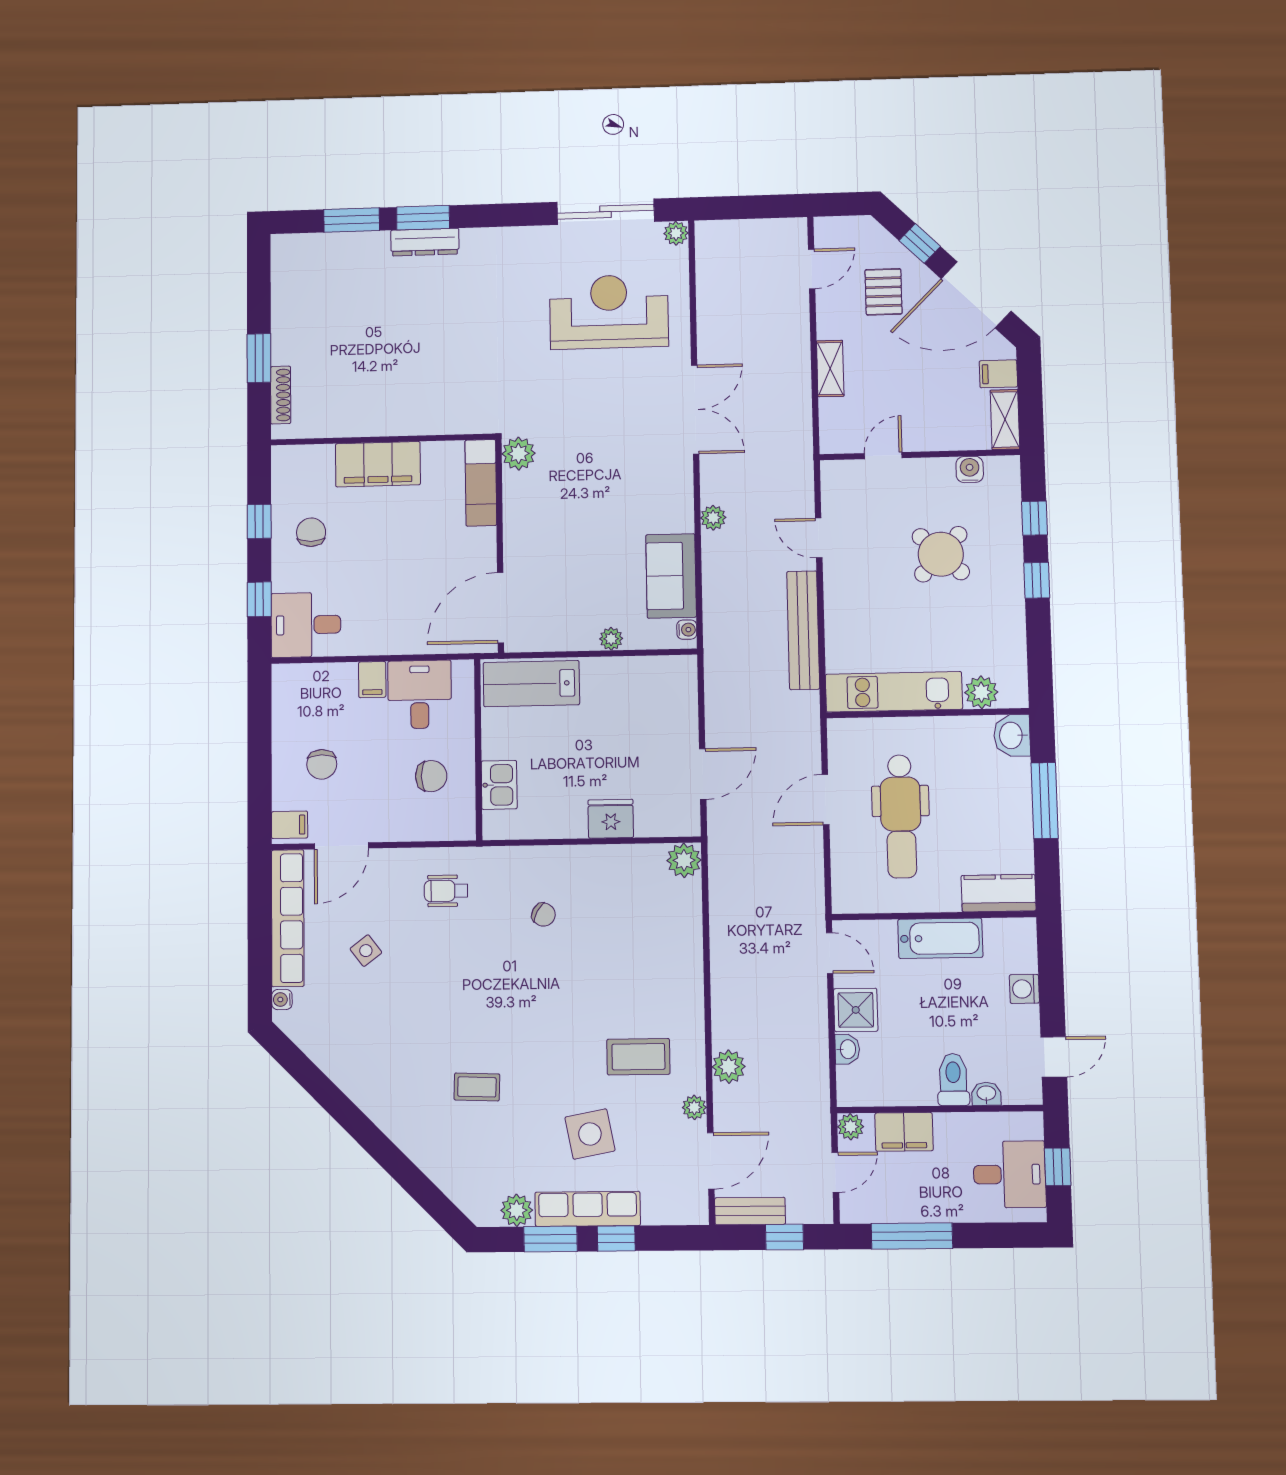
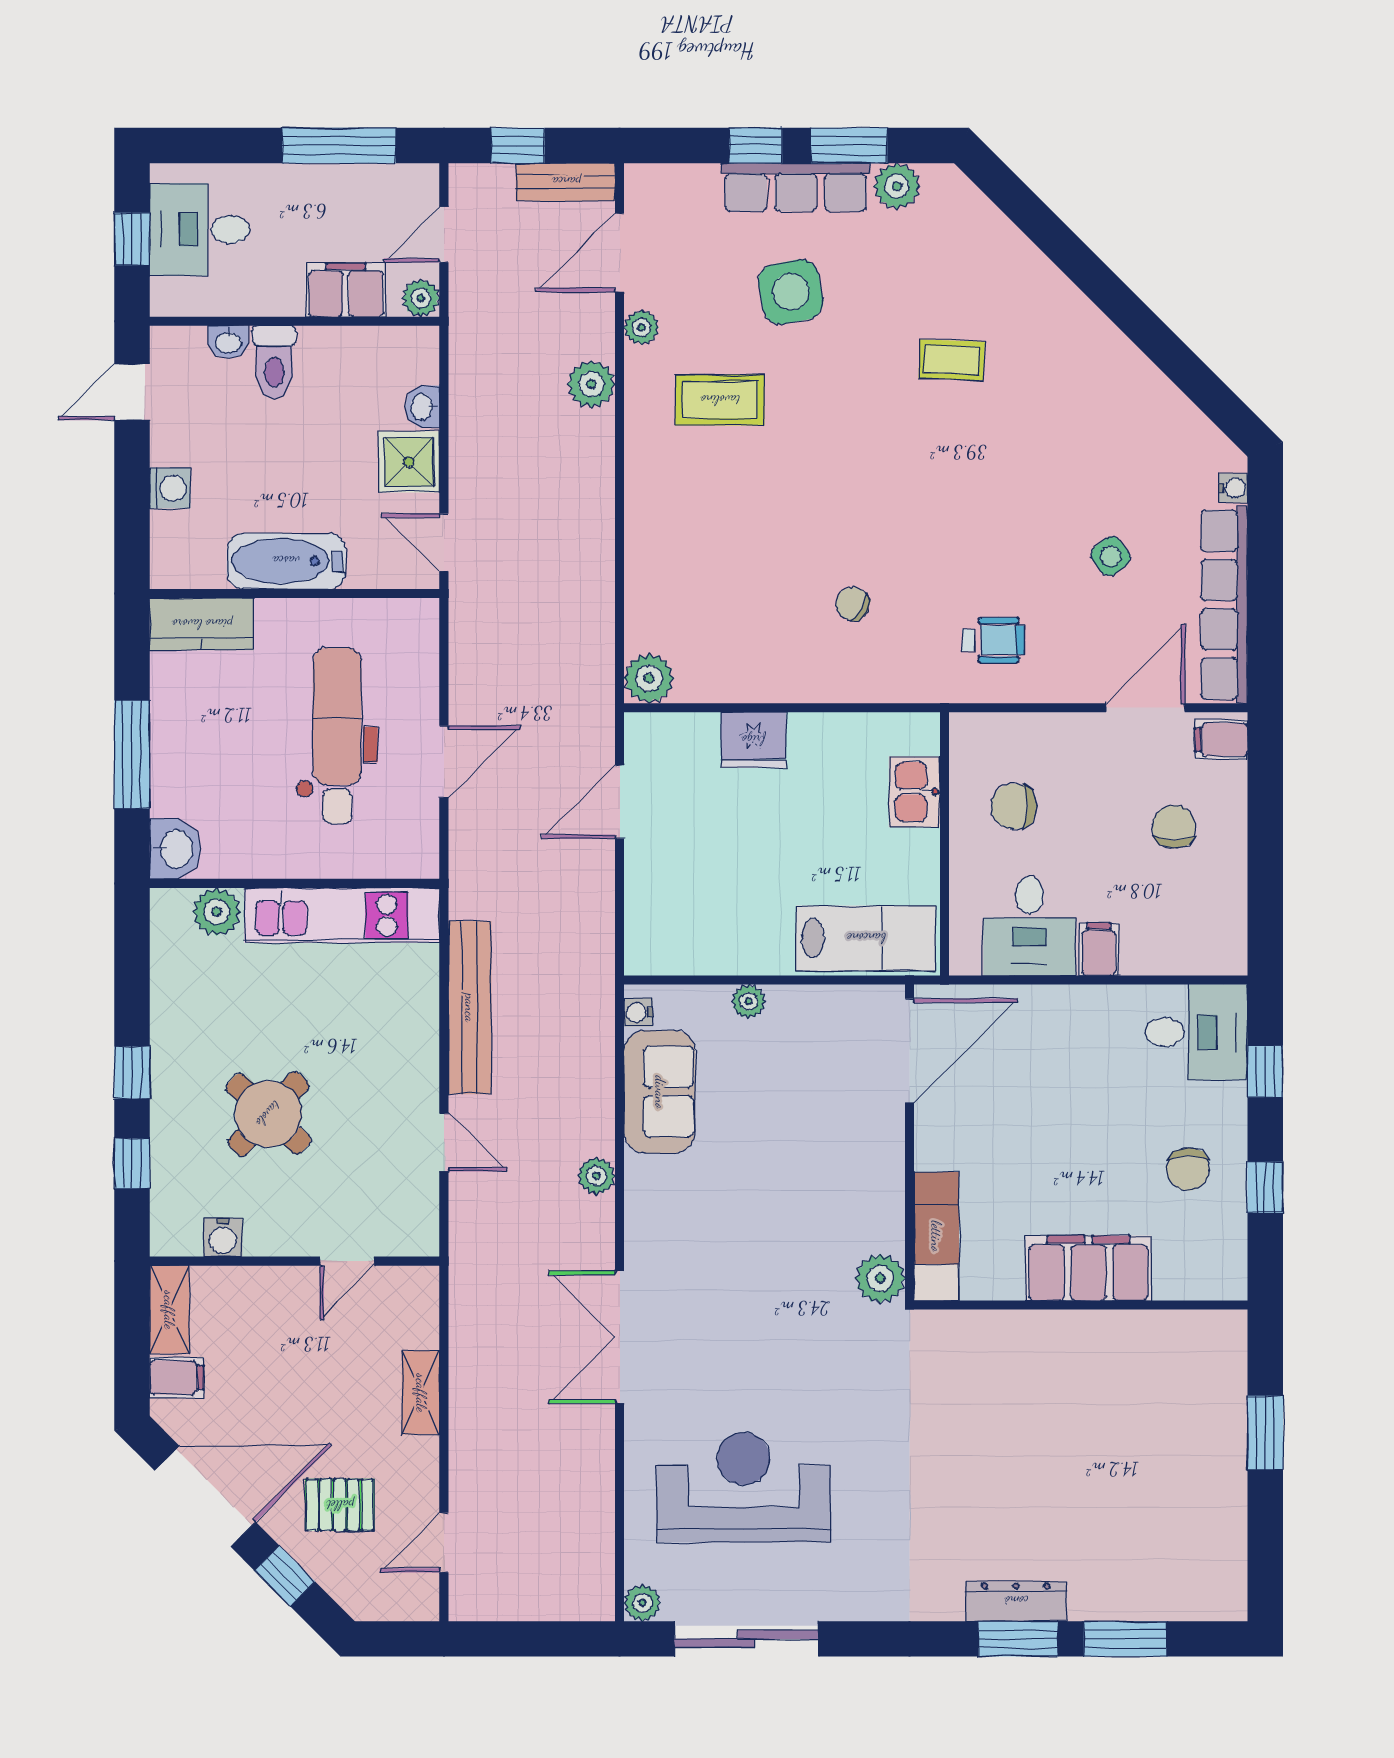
pallet: (884, 292) -> (340, 1505), turned 90
reception desk: (609, 312) -> (744, 1487), turned 180
shoe rack: (281, 395) -> (1233, 1376), removed

